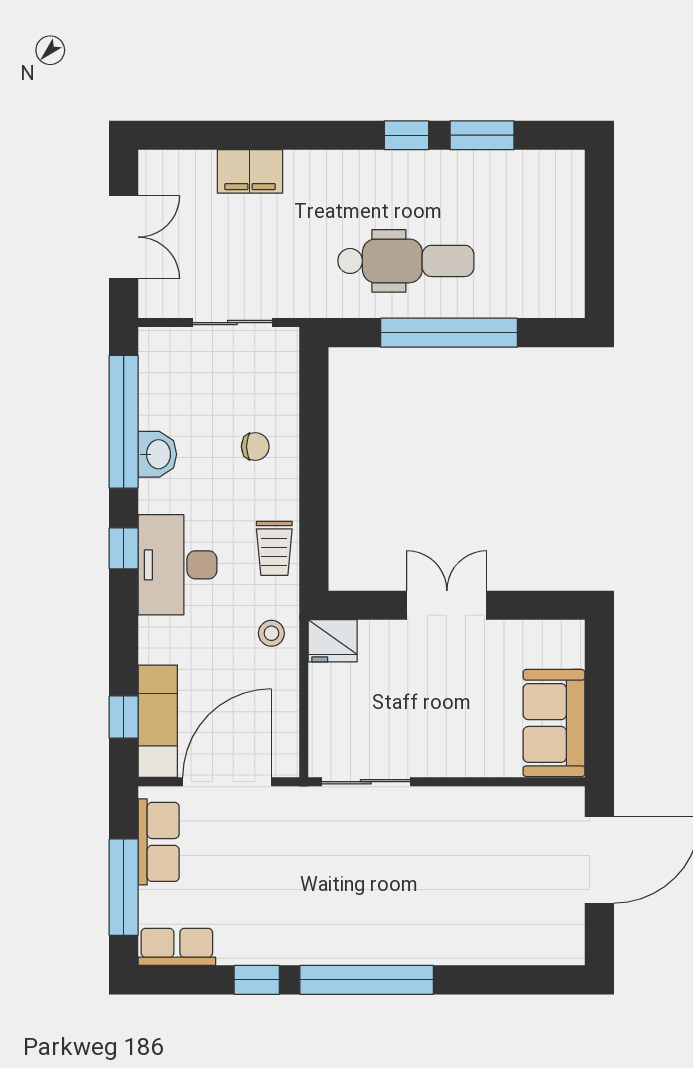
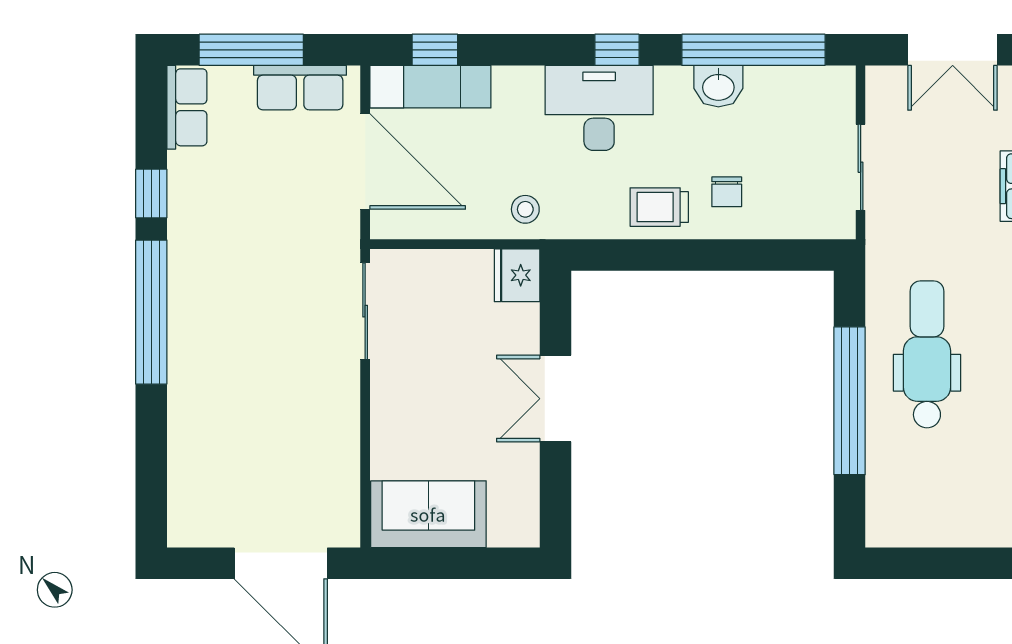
dental chair: (406, 261) -> (927, 354), turned 180
trolley: (274, 548) -> (659, 207), moved
double door: (447, 605) -> (555, 399), swing flipped

